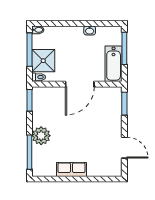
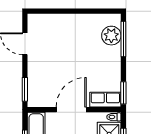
plant: (41, 136) -> (111, 36), moved
row of seats: (71, 169) -> (105, 100), moved, turned 180

